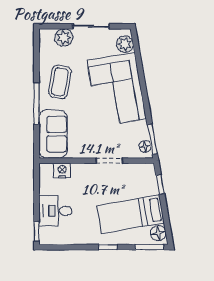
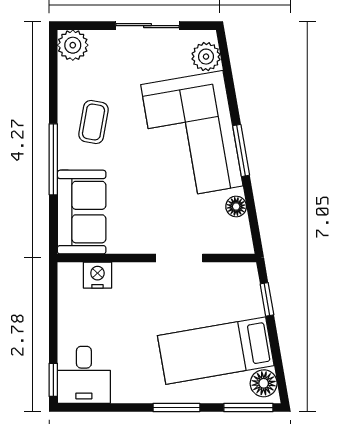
plant: (64, 37) -> (73, 45), moved
coffee table: (60, 82) -> (93, 122), width x0.73, depth x0.77
window: (152, 139) -> (241, 150), moved
floor lamp: (145, 146) -> (236, 206), moved
desk: (55, 211) -> (84, 375), moved, turned -90
window: (108, 247) -> (176, 408), width x1.50

